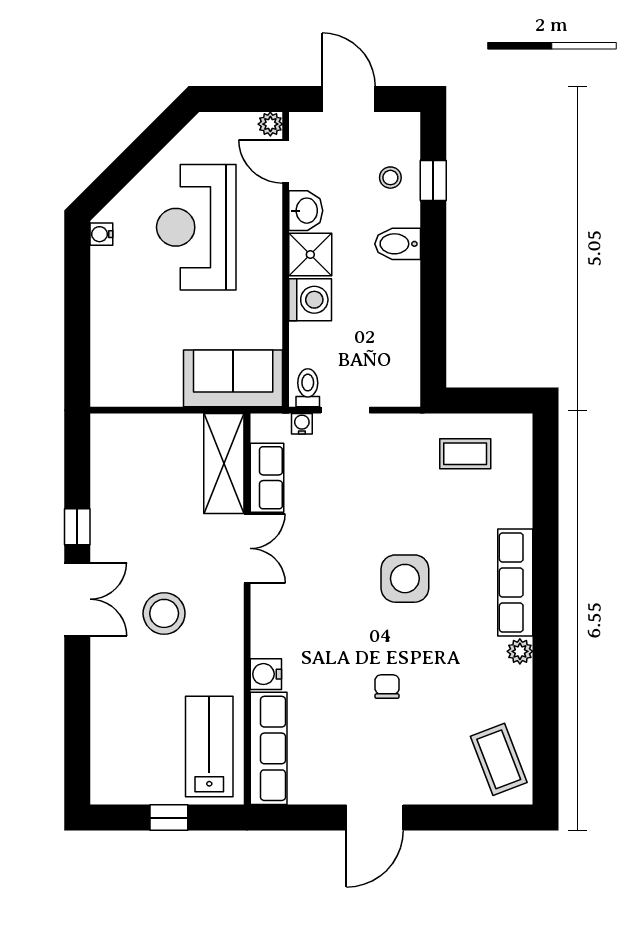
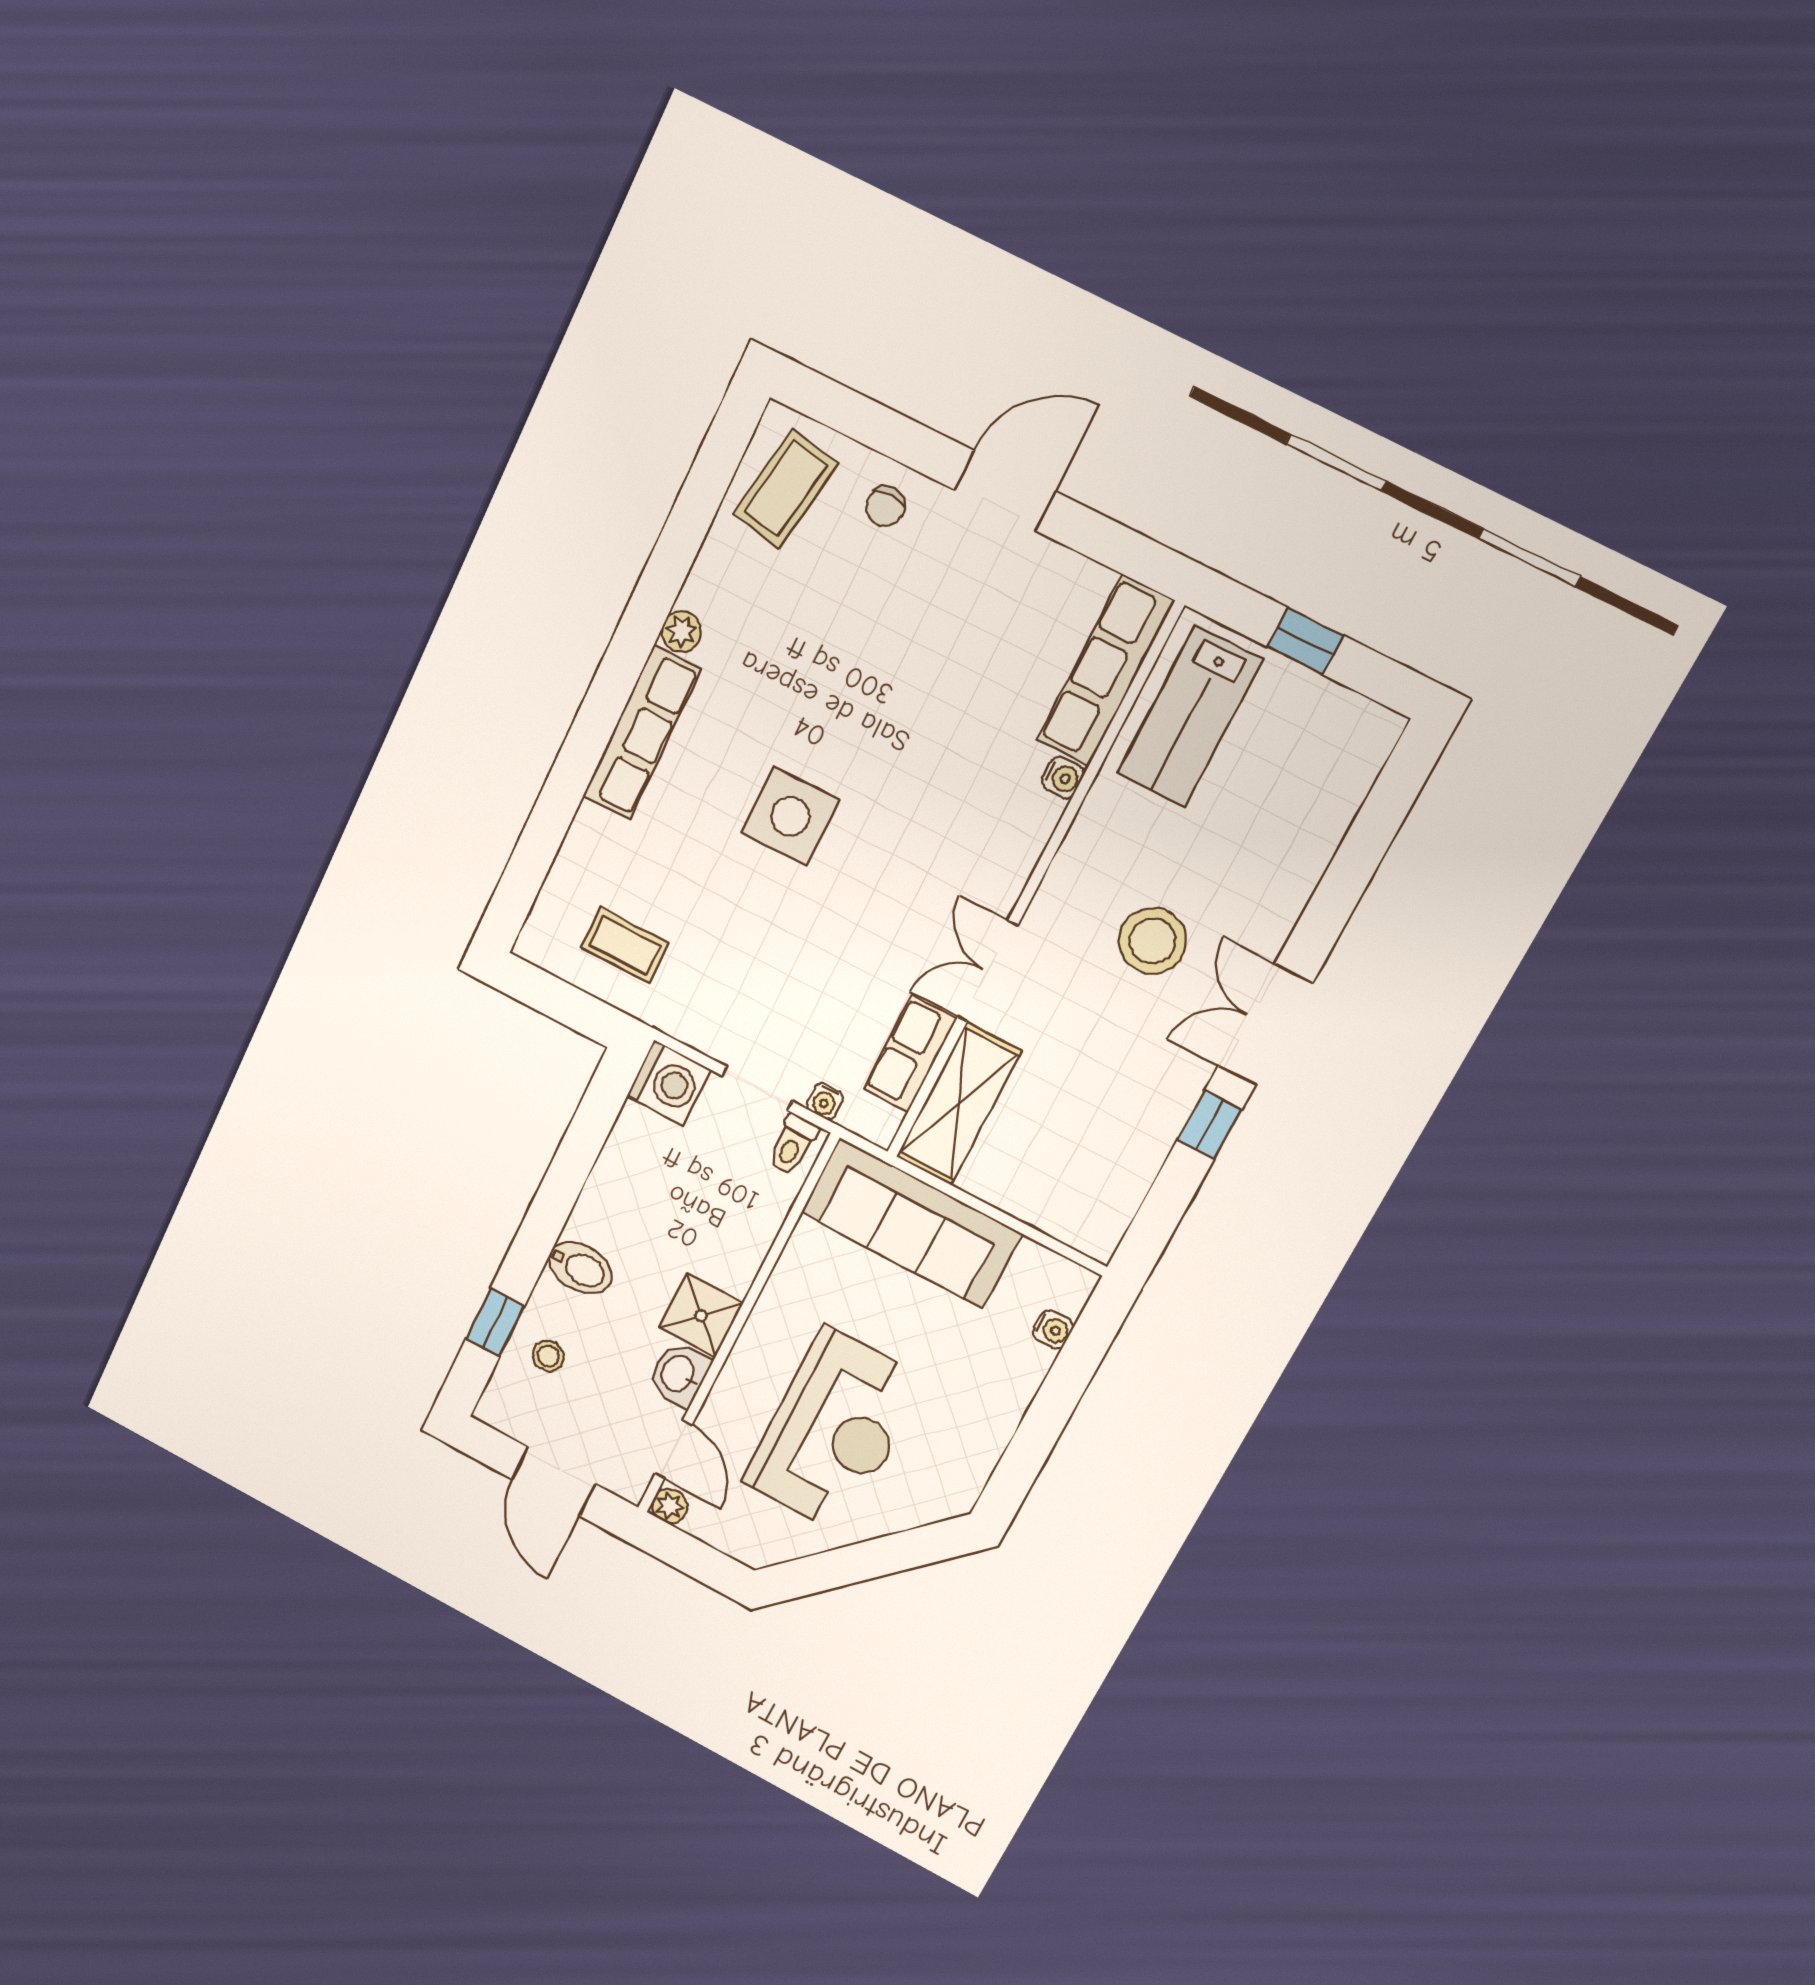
water cooler: (101, 234) -> (1053, 1329), moved
washing machine: (310, 300) -> (669, 1083), moved, turned 180
sofa: (233, 378) -> (911, 1223), width x1.36
water cooler: (266, 674) -> (1063, 778), width x0.72, depth x0.72
chair: (387, 687) -> (886, 506), moved
coffee table: (499, 759) -> (786, 489), turned 31

